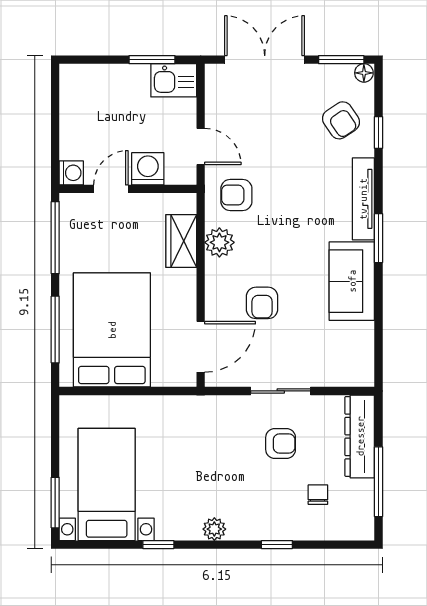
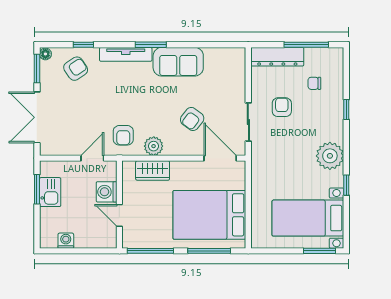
kitchen sink: (174, 80) -> (50, 192), moved
washing machine: (71, 173) -> (66, 241), moved
armchair: (262, 303) -> (192, 119), turned 127
sliding door: (281, 391) -> (248, 122), moved
plant: (214, 529) -> (330, 156), width x1.88, depth x1.88

